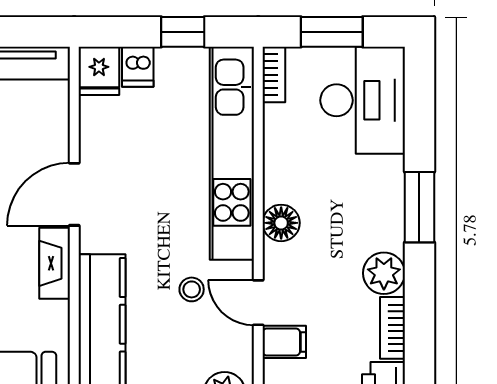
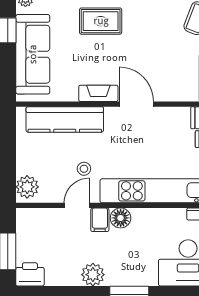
bookcase: (392, 328) -> (63, 279), removed
filing cabinet: (284, 342) -> (100, 220), moved

